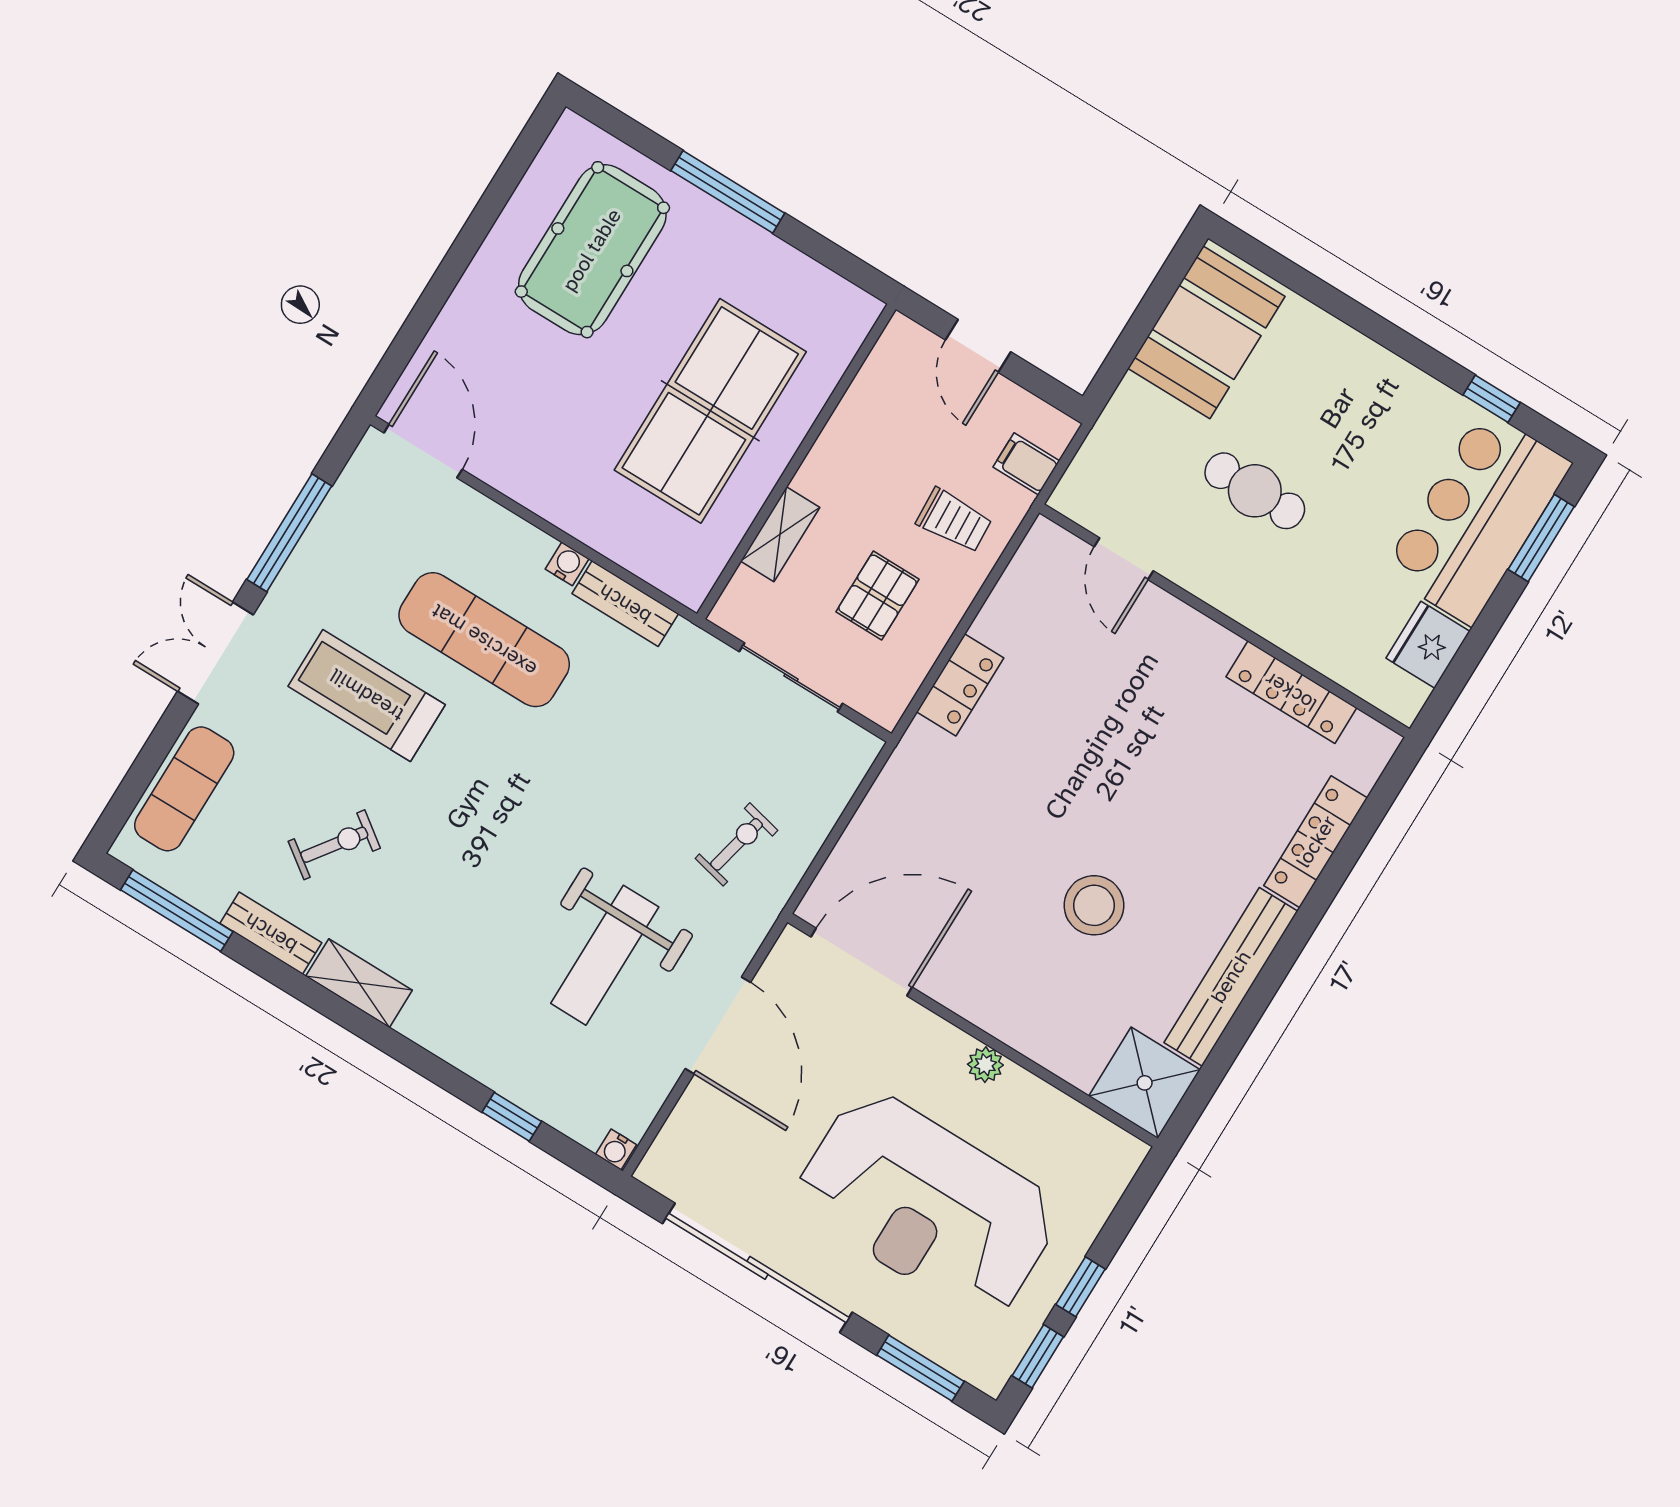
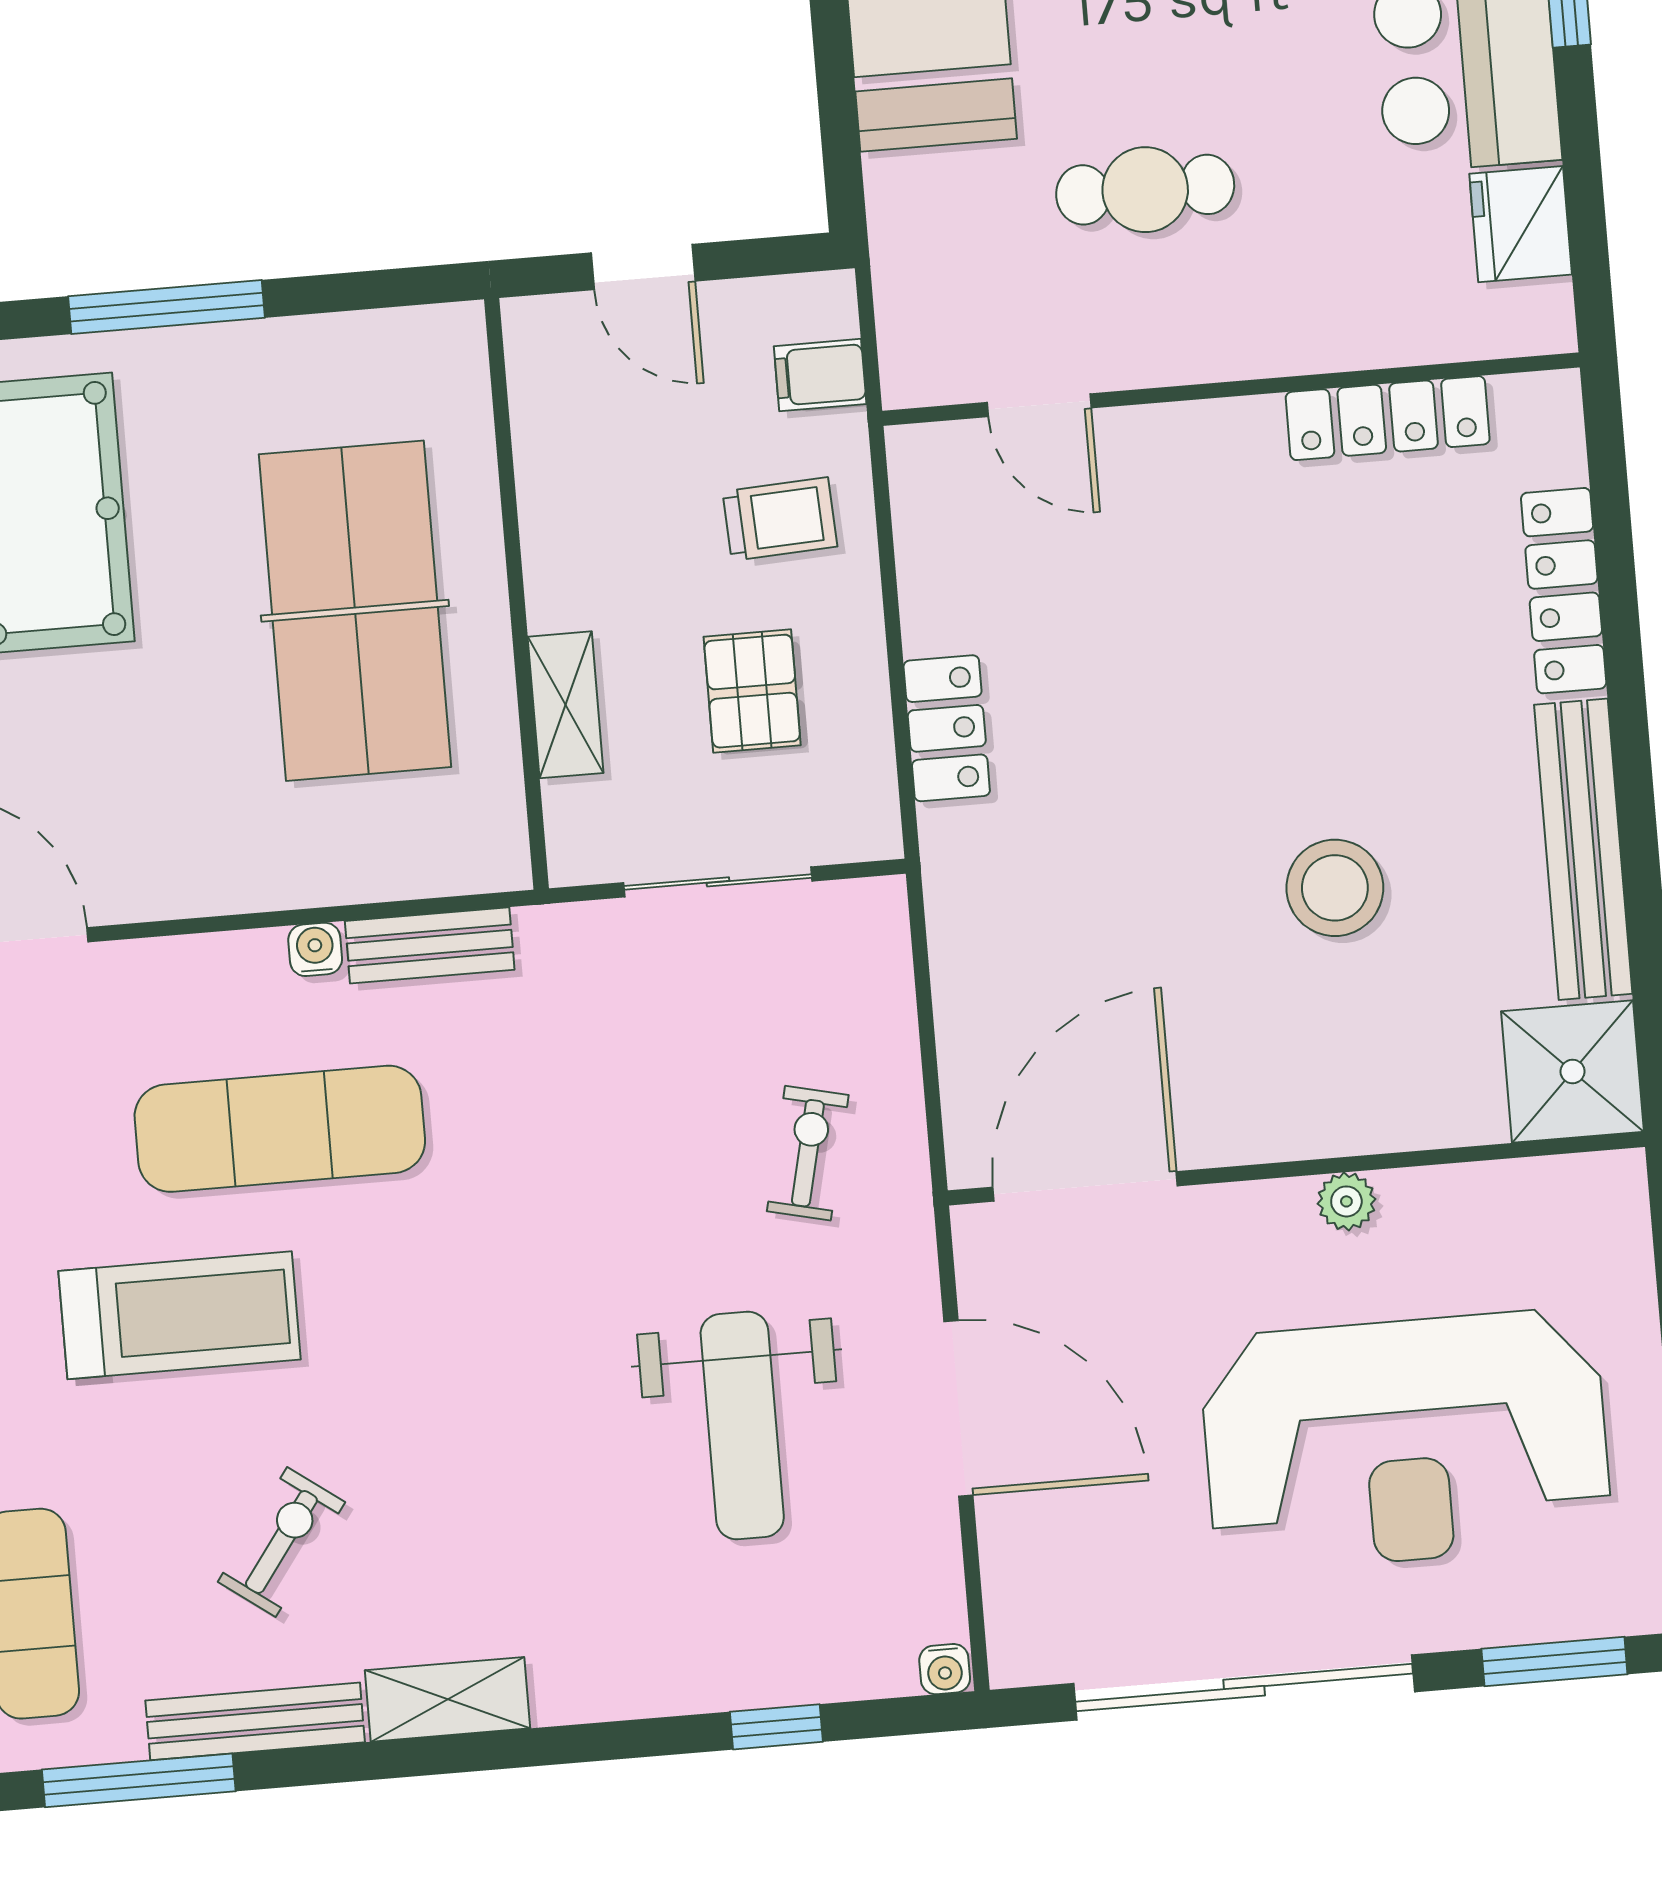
treadmill: (367, 695) -> (180, 1315), turned 180
bench: (271, 933) -> (255, 1721), width x1.36

